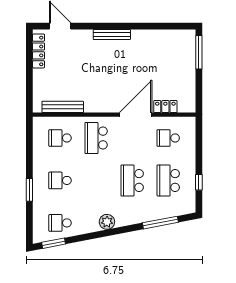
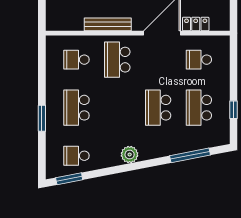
bench: (63, 107) -> (108, 24), moved
school desk: (60, 180) -> (76, 108), width x1.85

